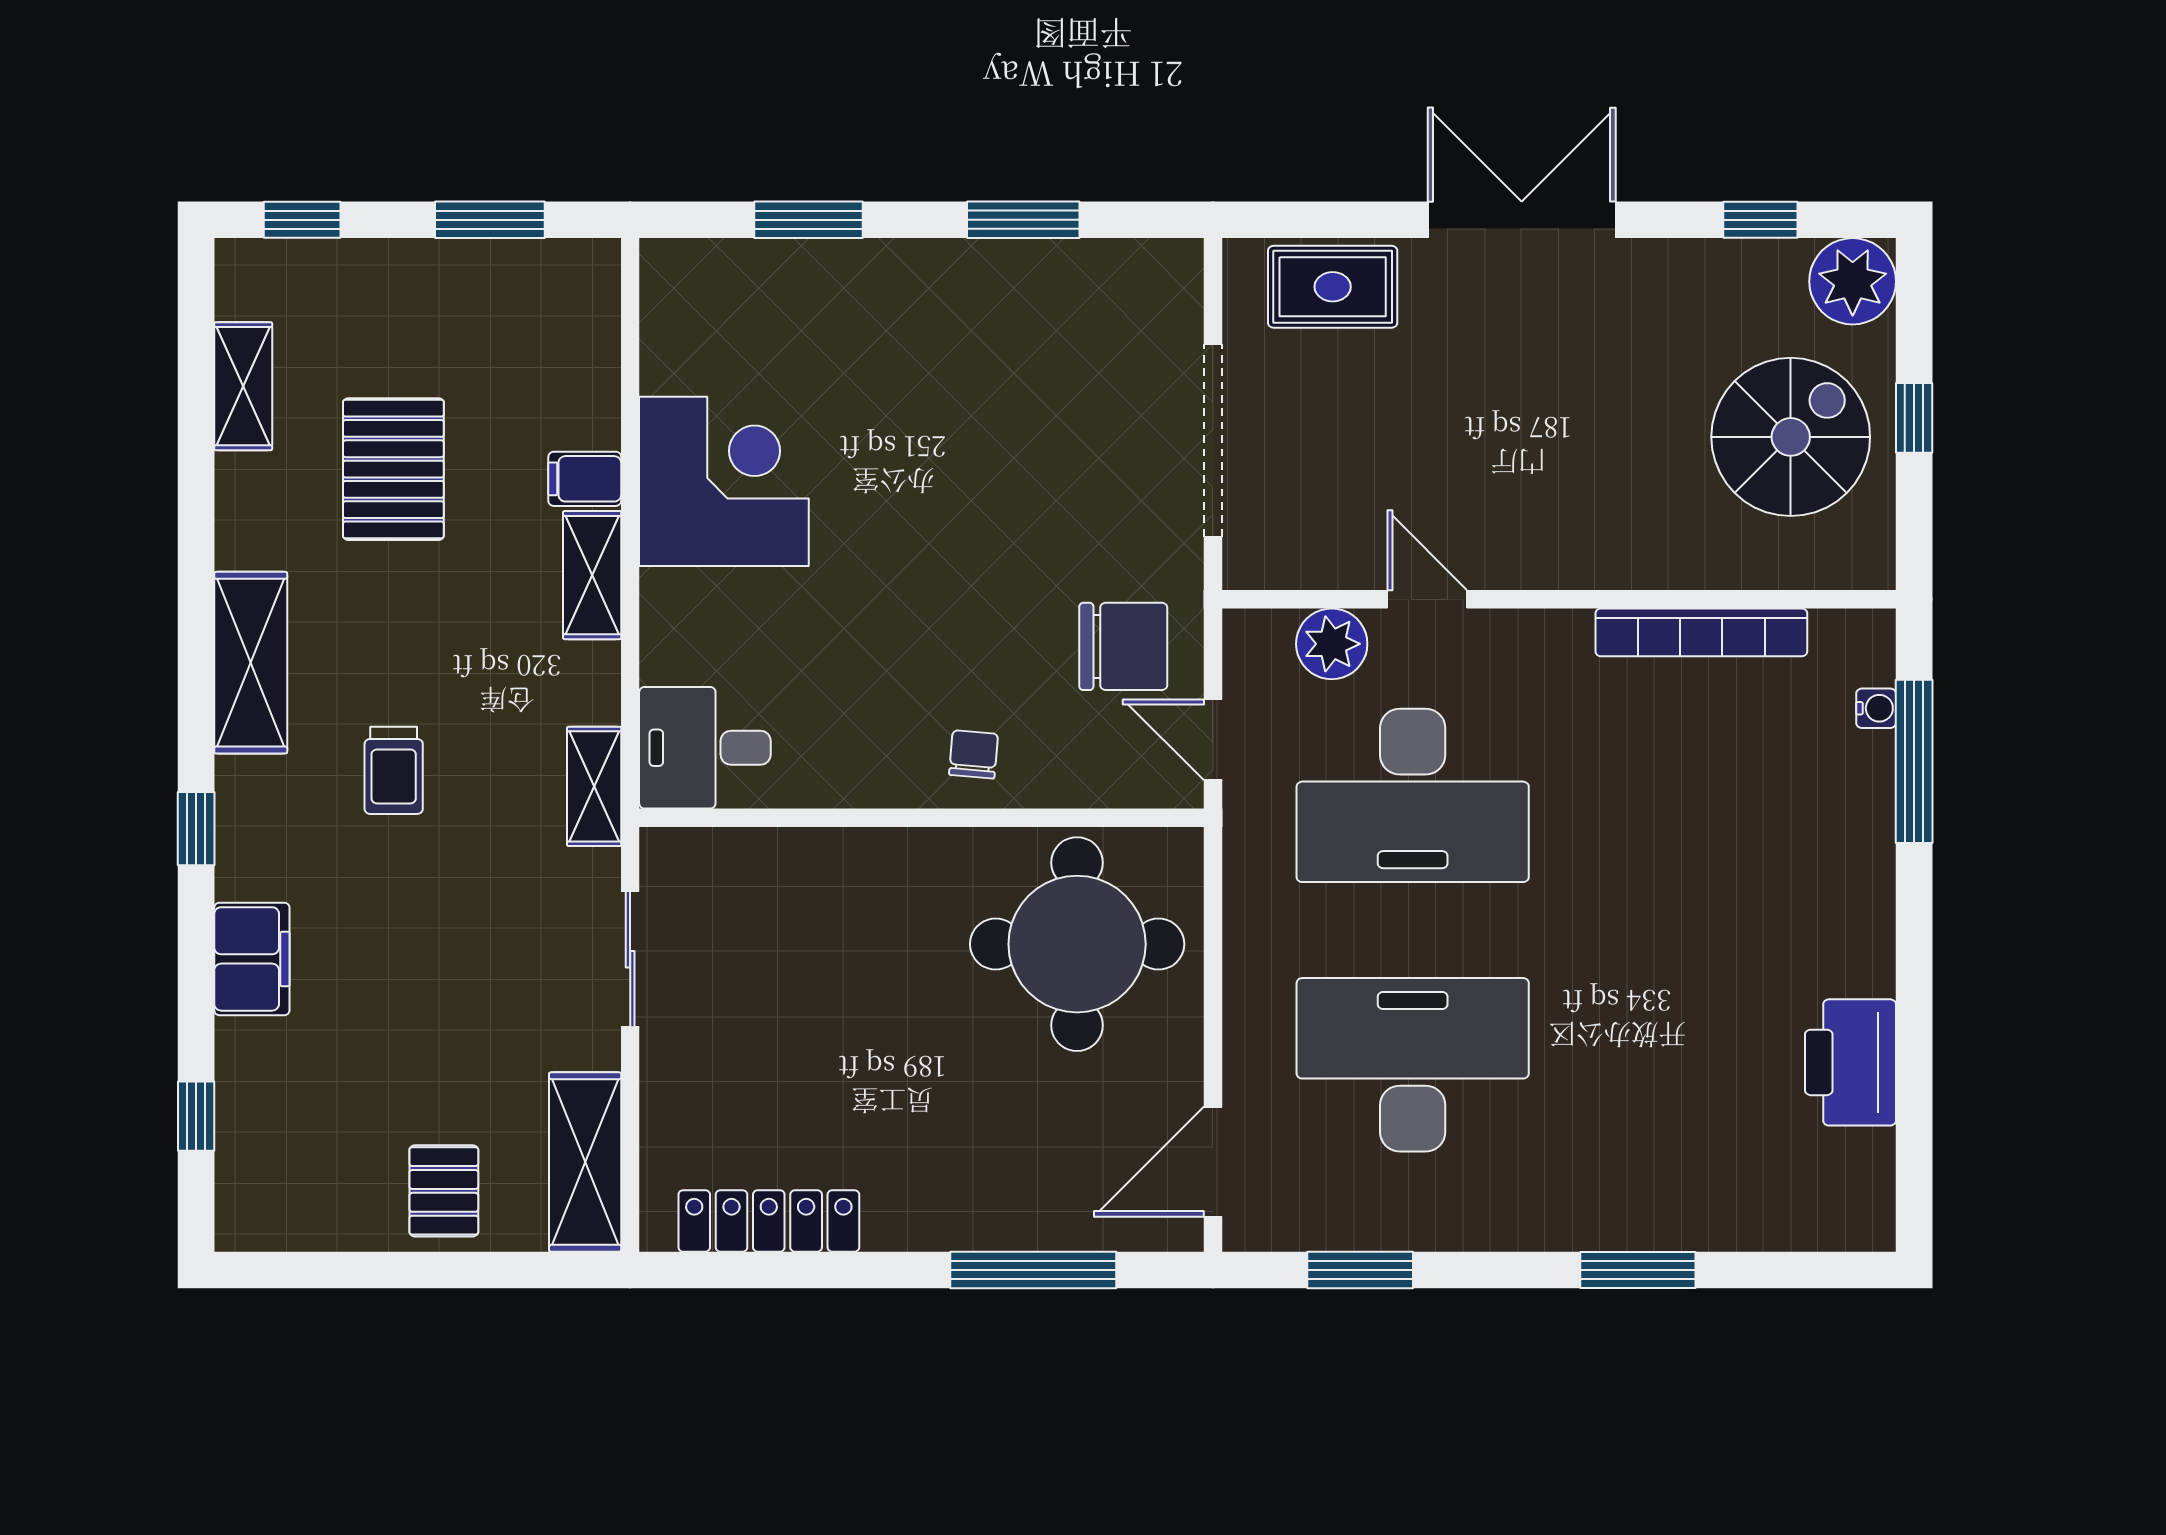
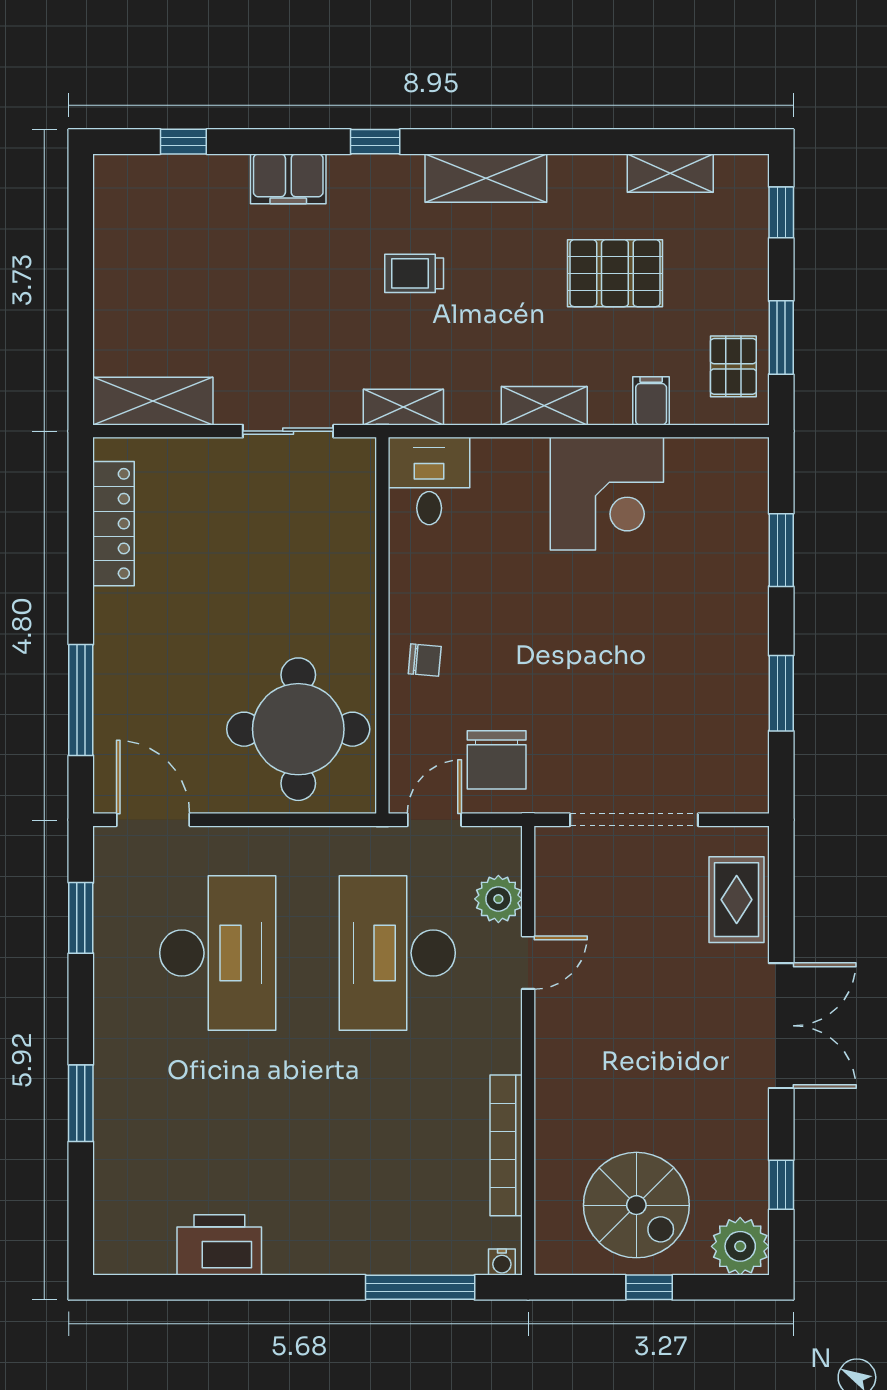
filing cabinet: (585, 479) -> (651, 401), moved
water cooler: (1876, 708) -> (502, 1262), moved
pallet: (444, 1191) -> (733, 366), moved, turned 90

